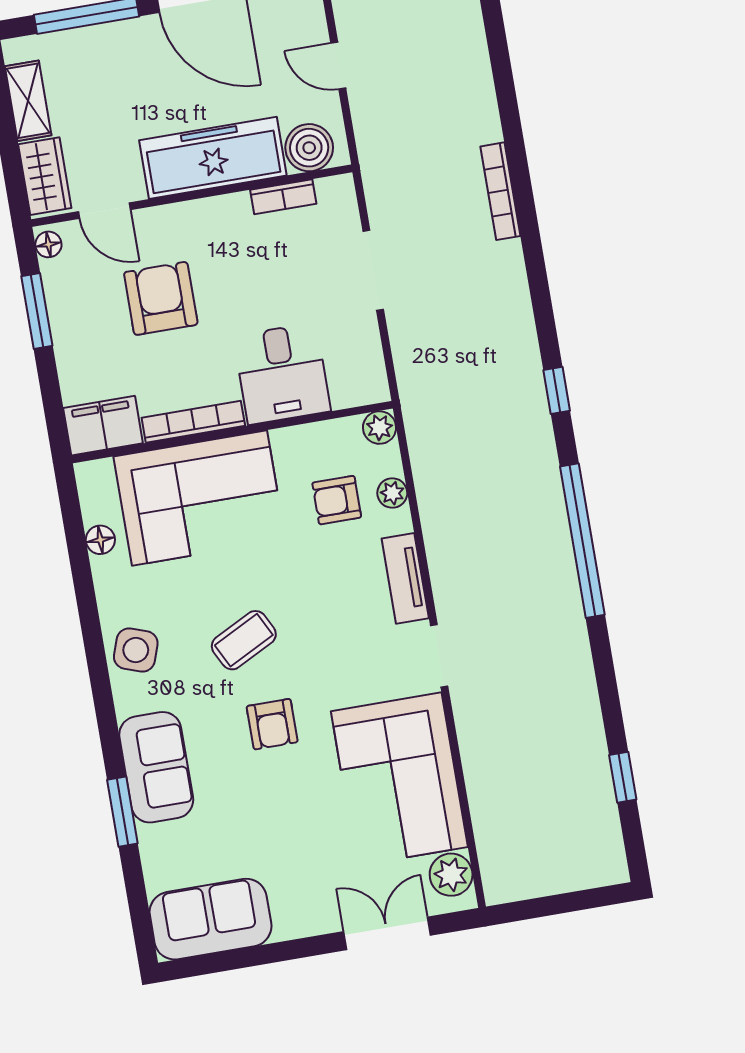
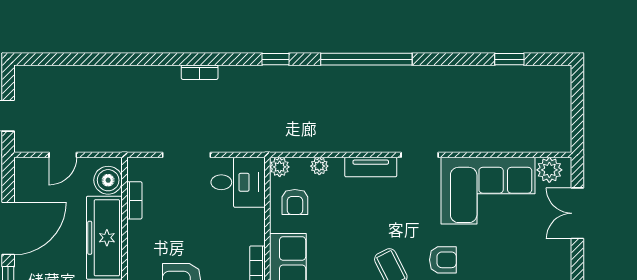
bookcase: (500, 191) -> (200, 72), moved, width x0.64
desk: (282, 374) -> (238, 182), moved
armchair: (337, 500) -> (295, 202), moved

